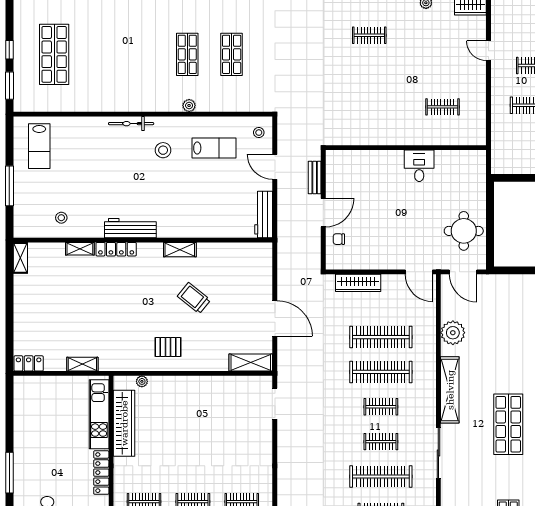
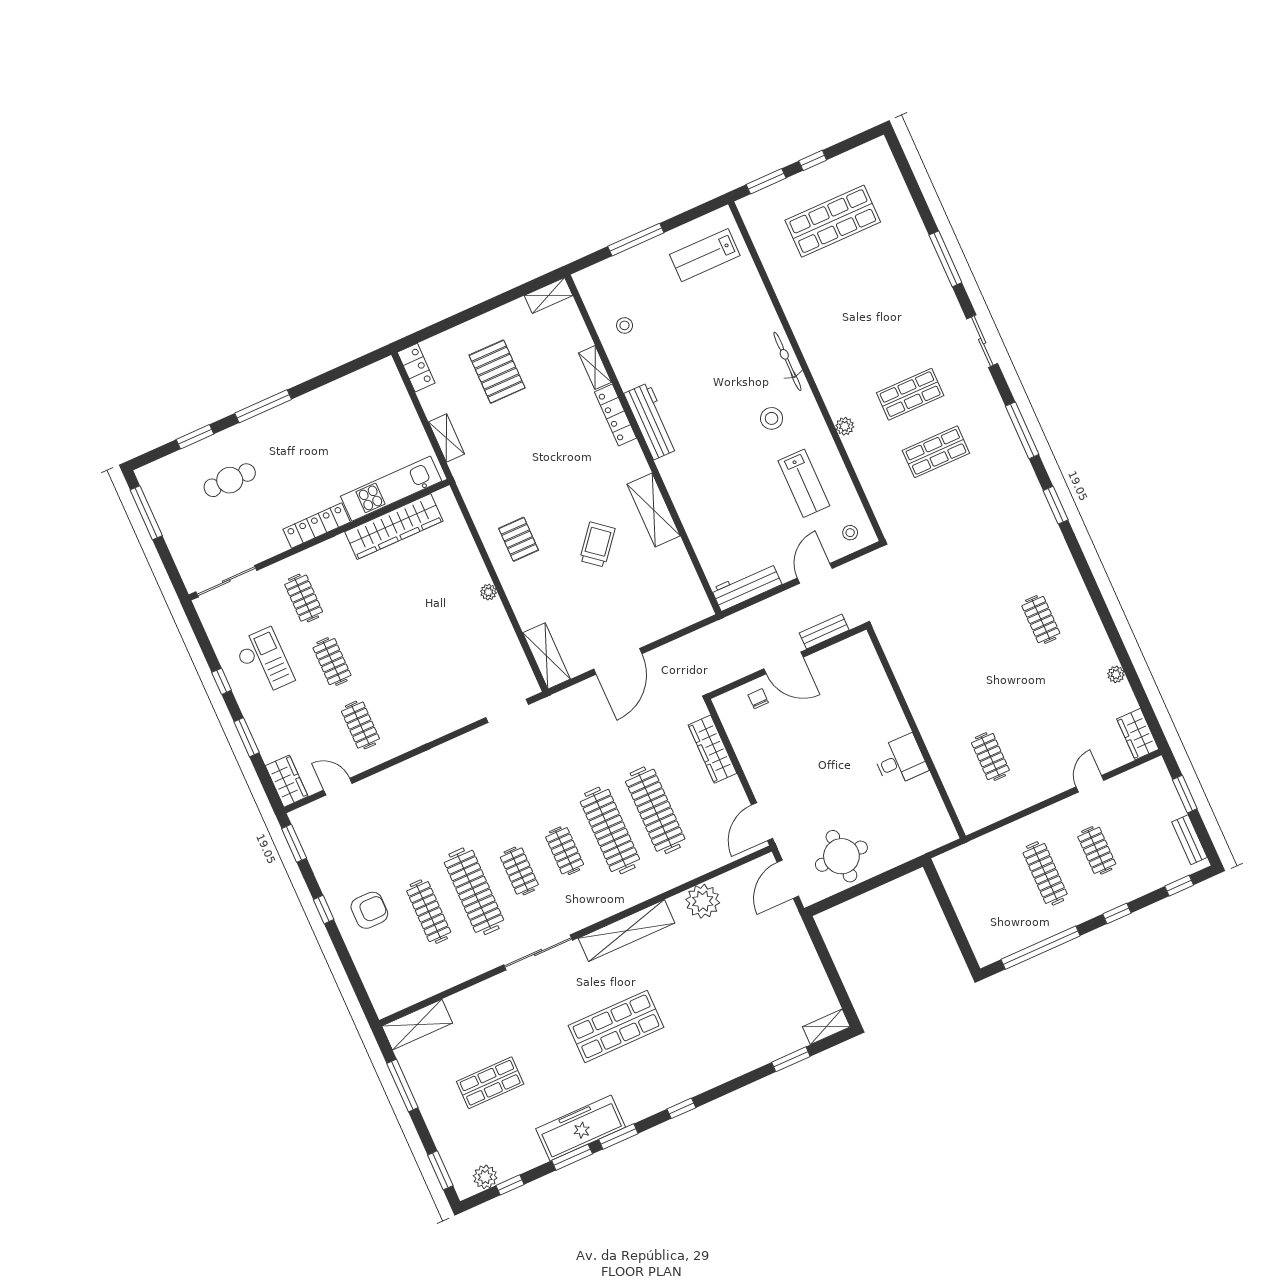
shelving: (180, 250) -> (654, 510), width x1.50, depth x1.33
pallet: (54, 313) -> (497, 372), added
plant: (142, 381) -> (488, 592), moved

